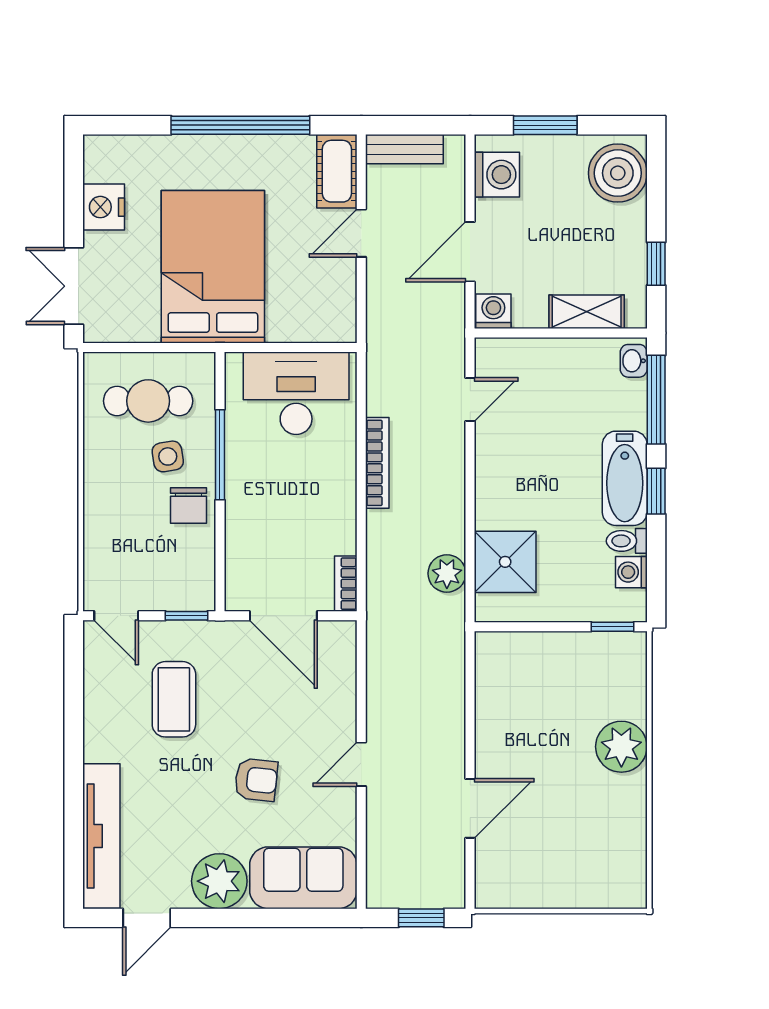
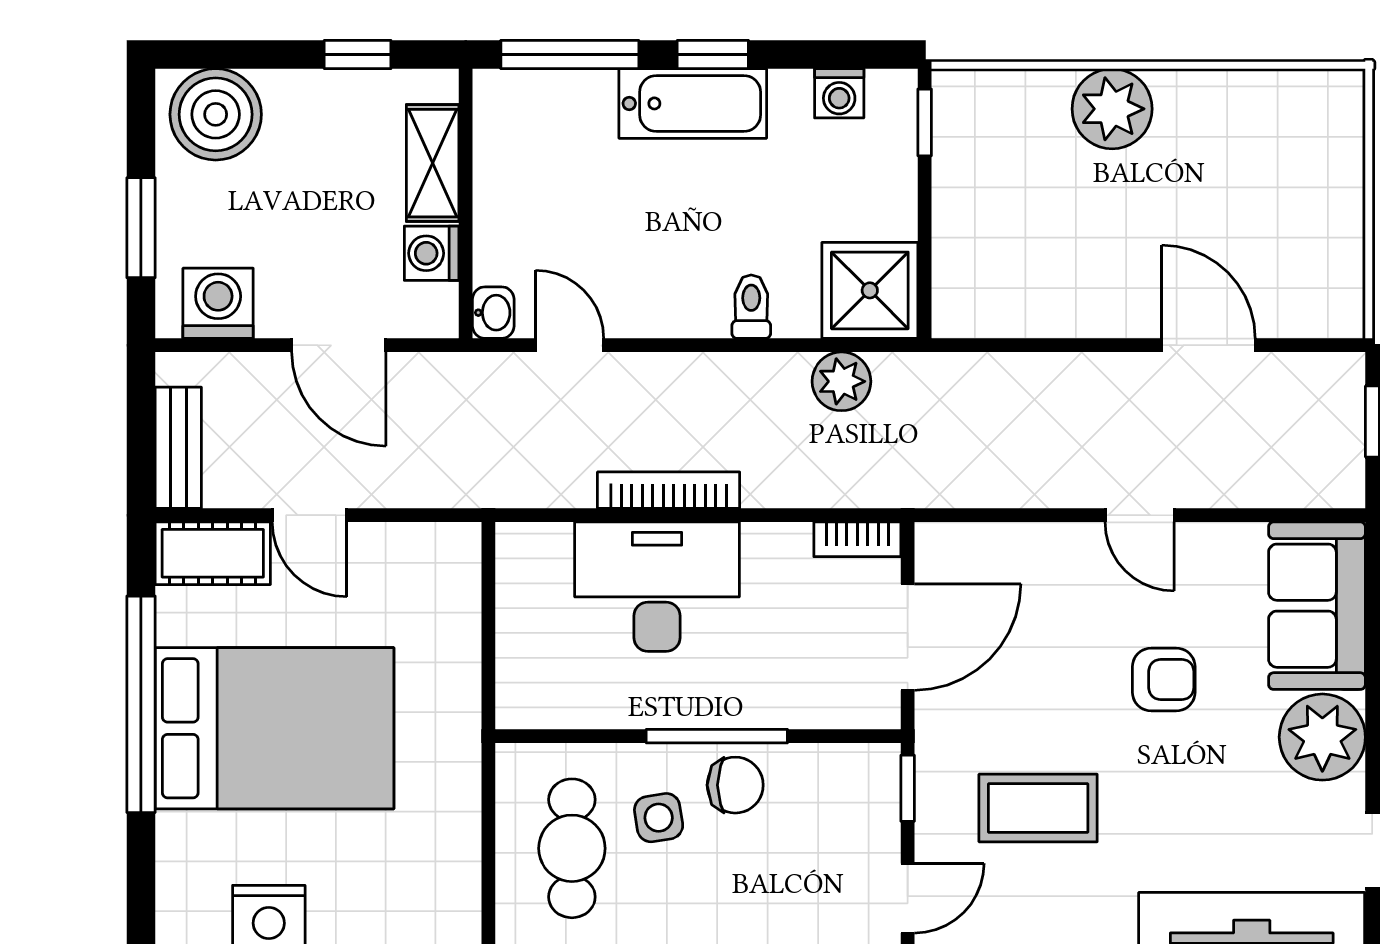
bed: (213, 267) -> (275, 728), moved, turned 180
washing machine: (493, 311) -> (432, 253), moved
washbasin: (634, 361) -> (493, 313), moved, turned -90
desk: (296, 393) -> (657, 587), moved, turned 90
window: (220, 455) -> (717, 736), moved
toilet: (627, 541) -> (751, 307), moved, turned 180
shower: (505, 562) -> (870, 290), moved
armchair: (256, 780) -> (1164, 680), turned 84

